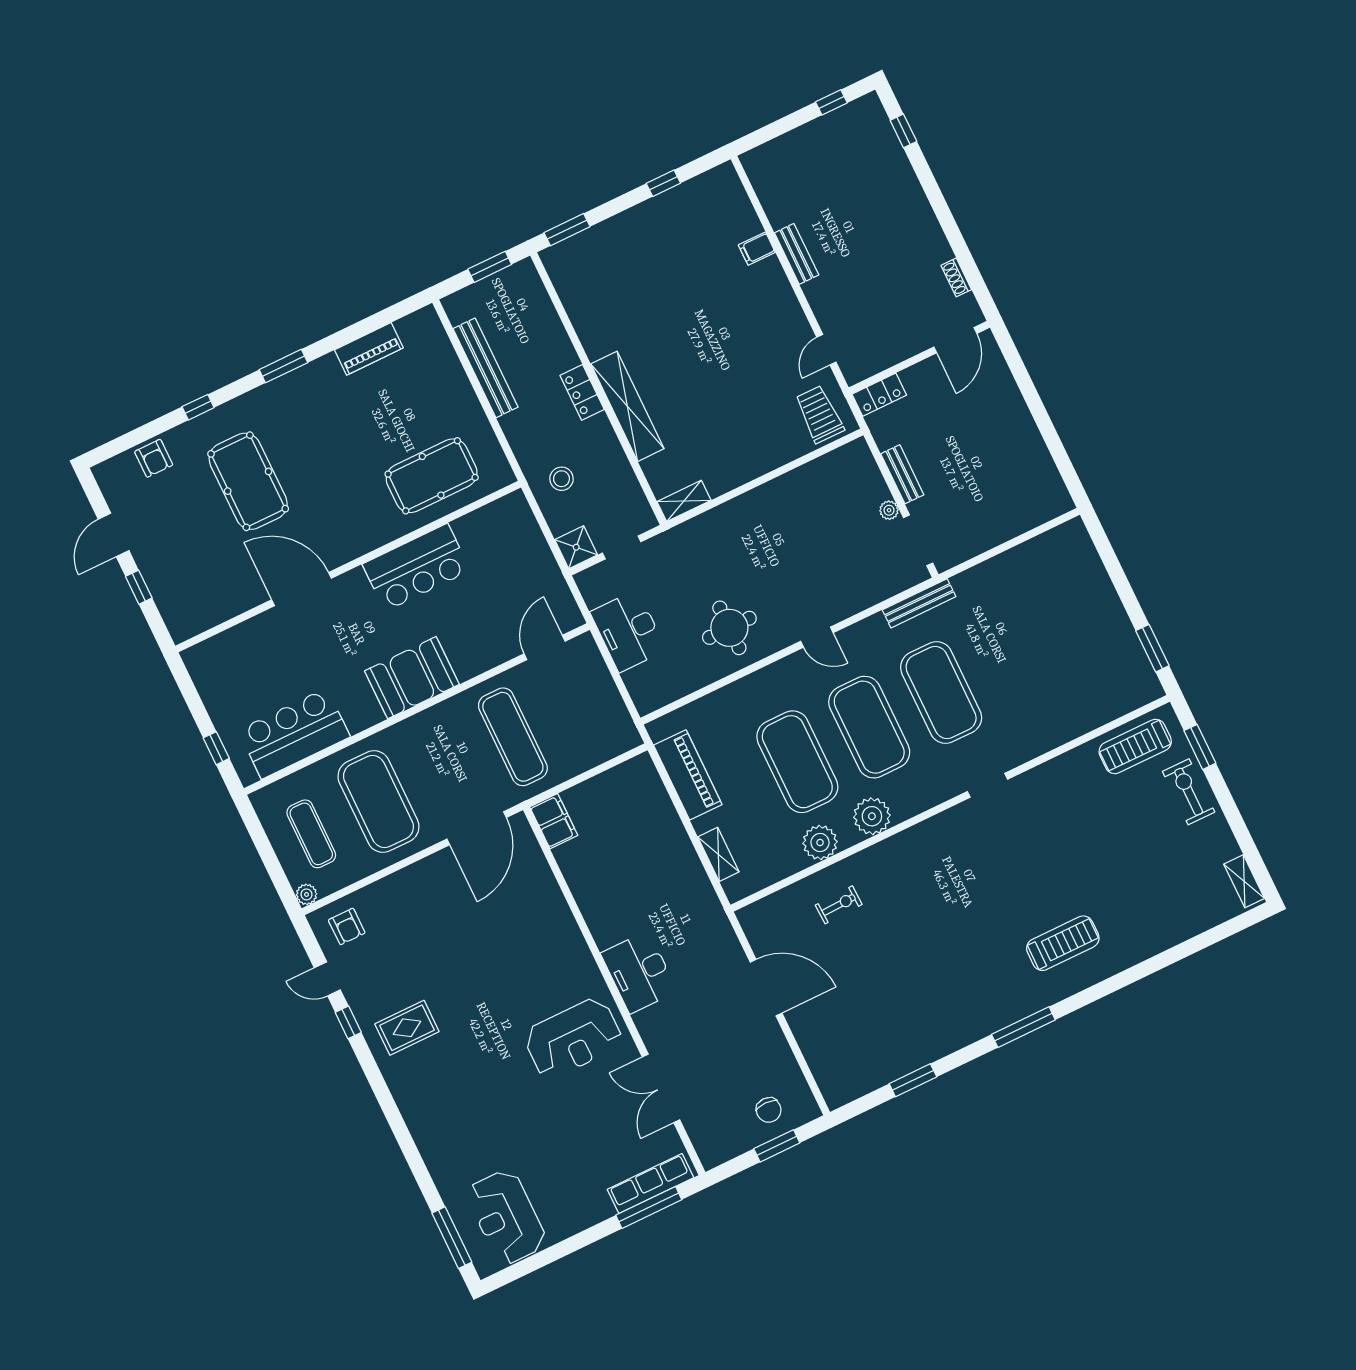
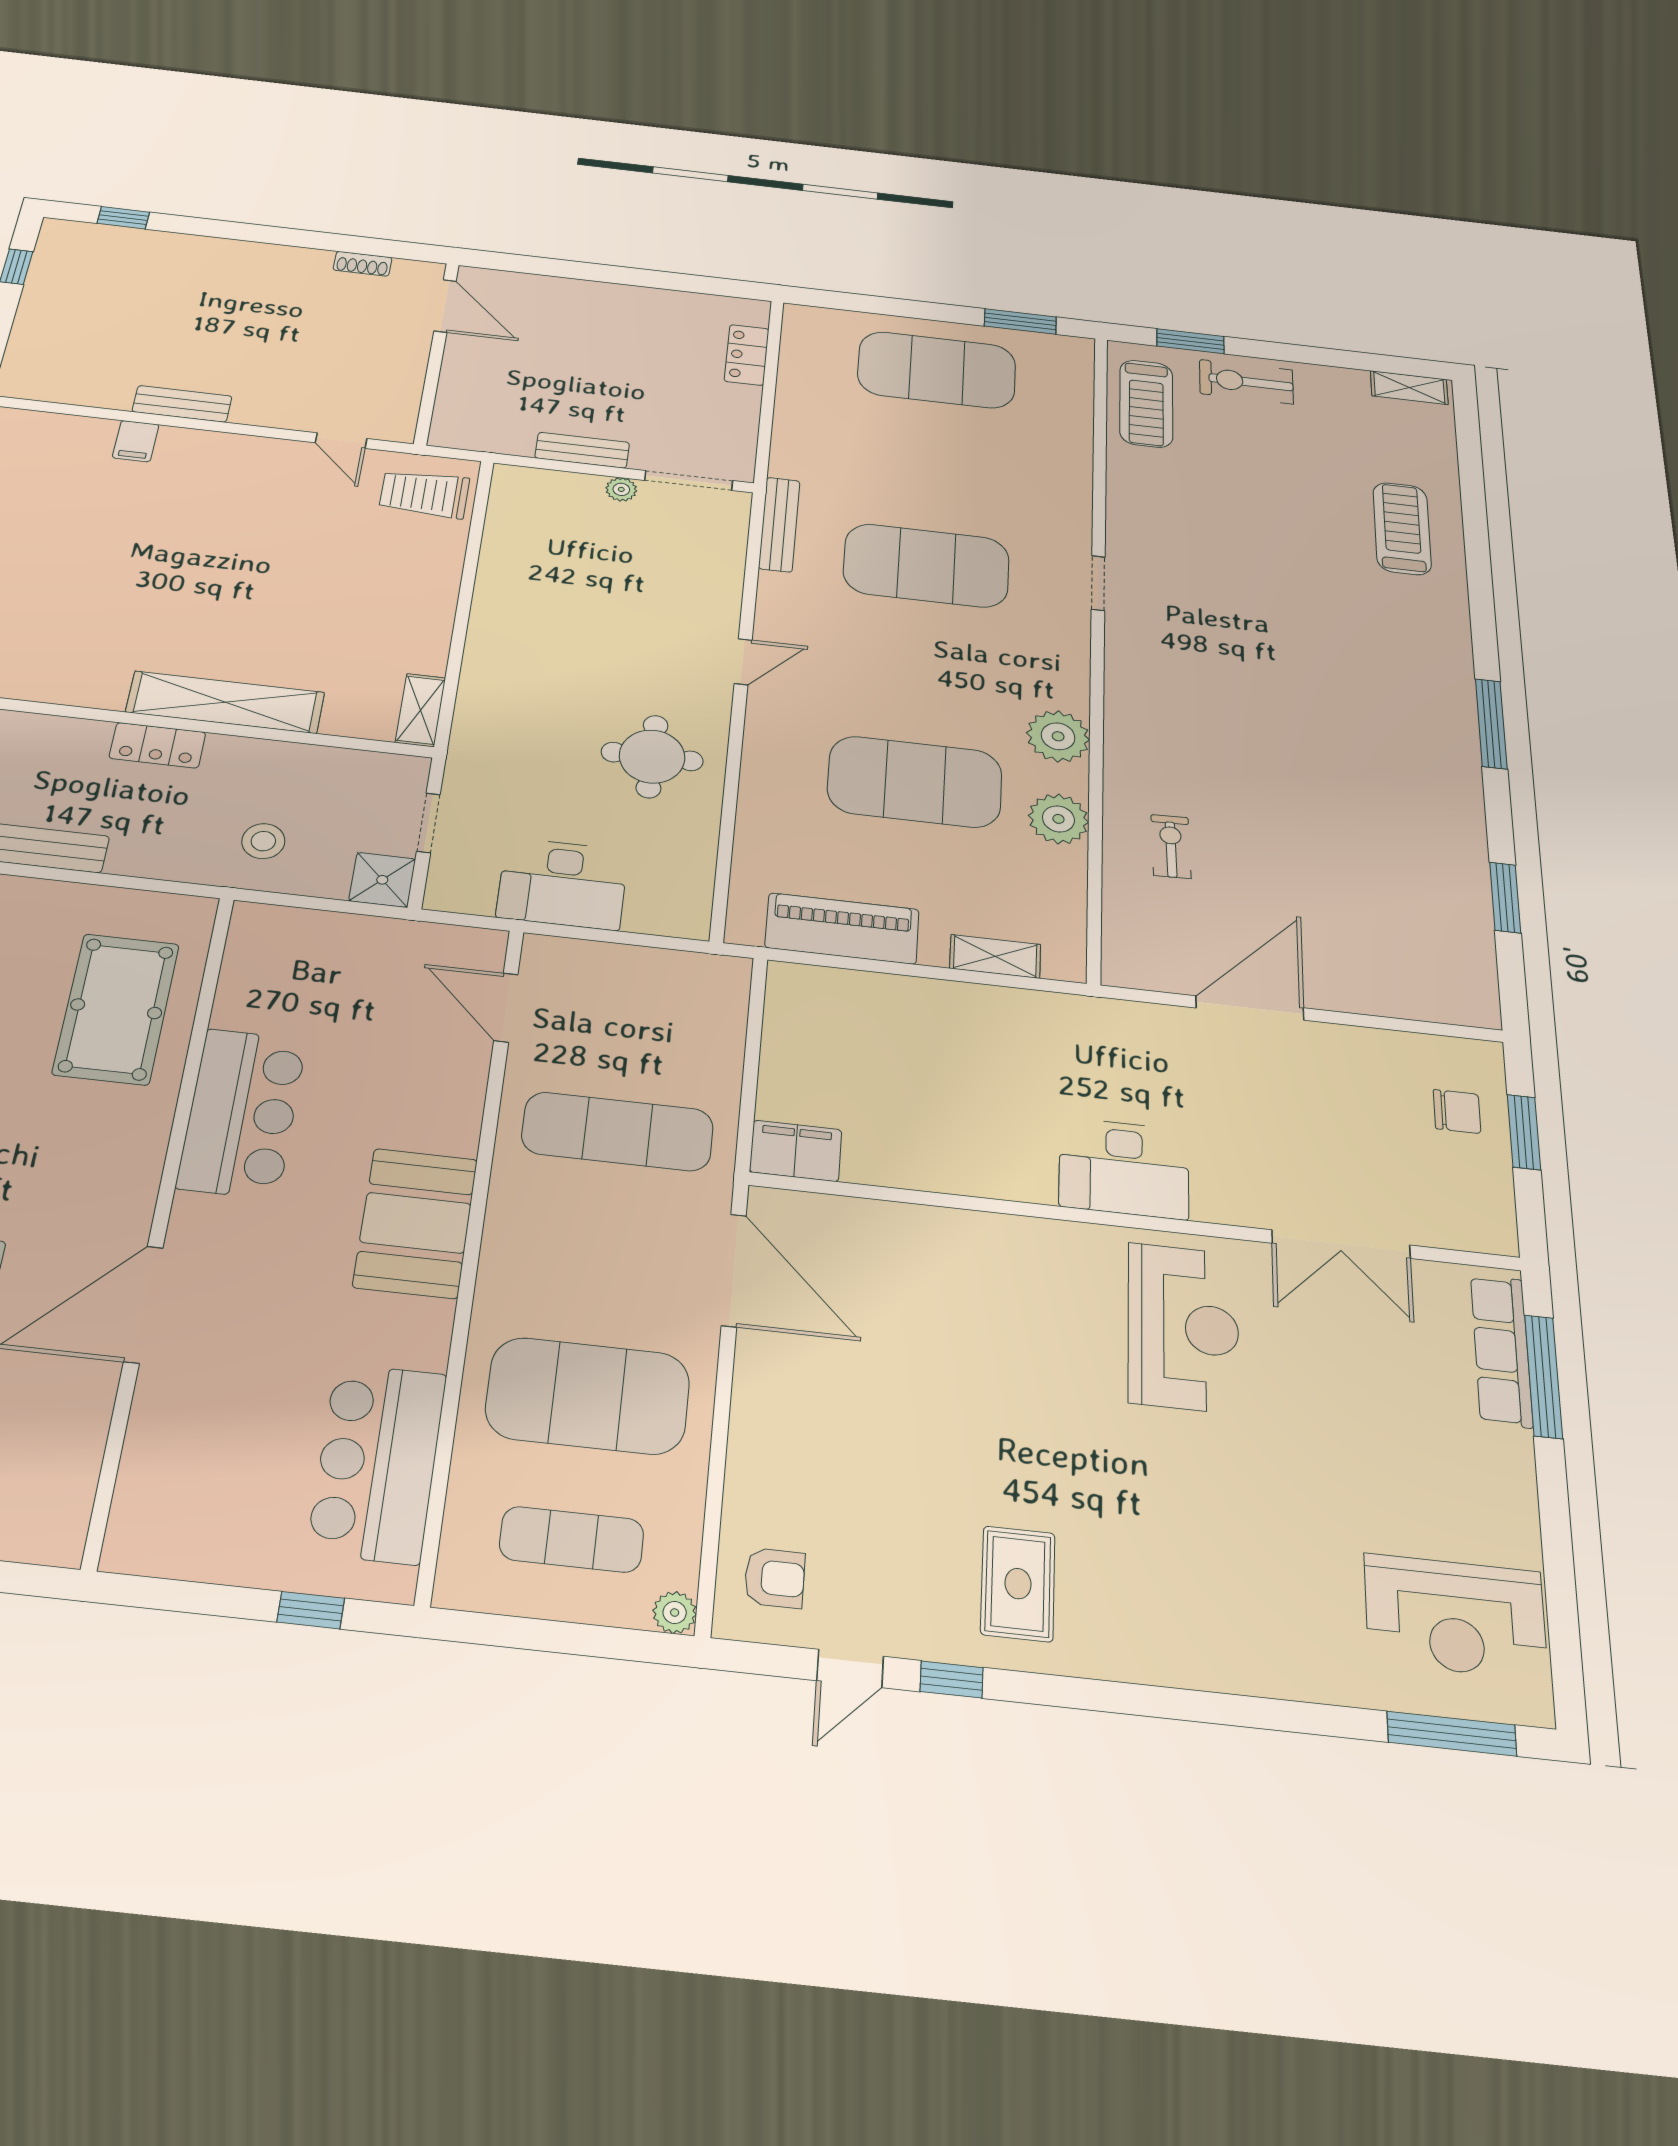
locker: (879, 395) -> (747, 355), moved, turned 180
exercise mat: (869, 727) -> (937, 370), moved
treadmill: (1063, 943) -> (1402, 528), moved

